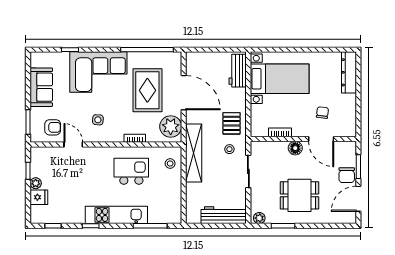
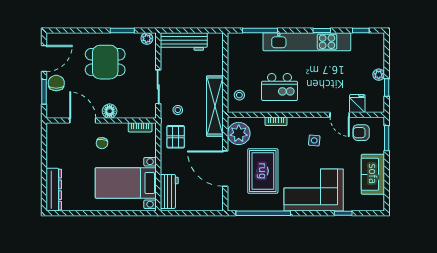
chair: (322, 113) -> (102, 143), moved
bookcase: (280, 132) -> (140, 127), moved
fridge: (39, 197) -> (357, 103), moved, turned 90
kitchen unit: (116, 215) -> (307, 42), width x1.36

